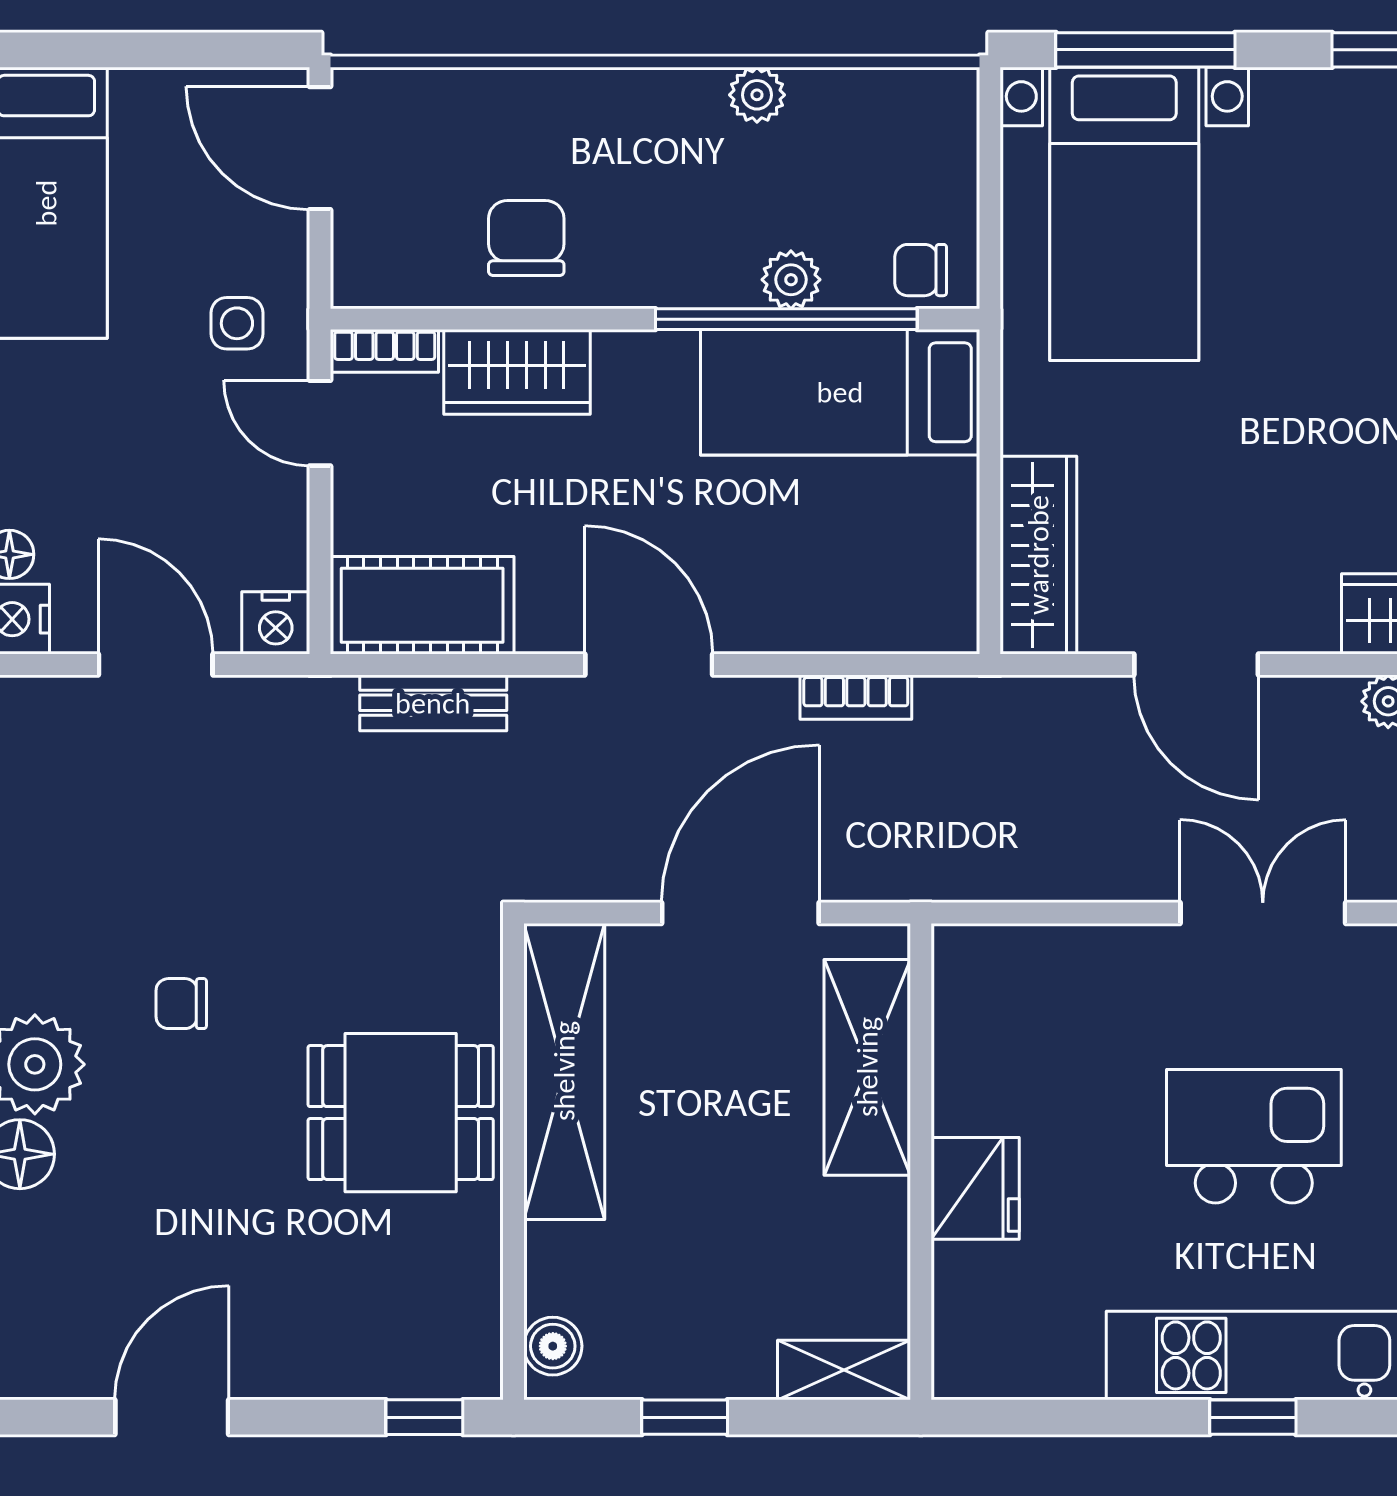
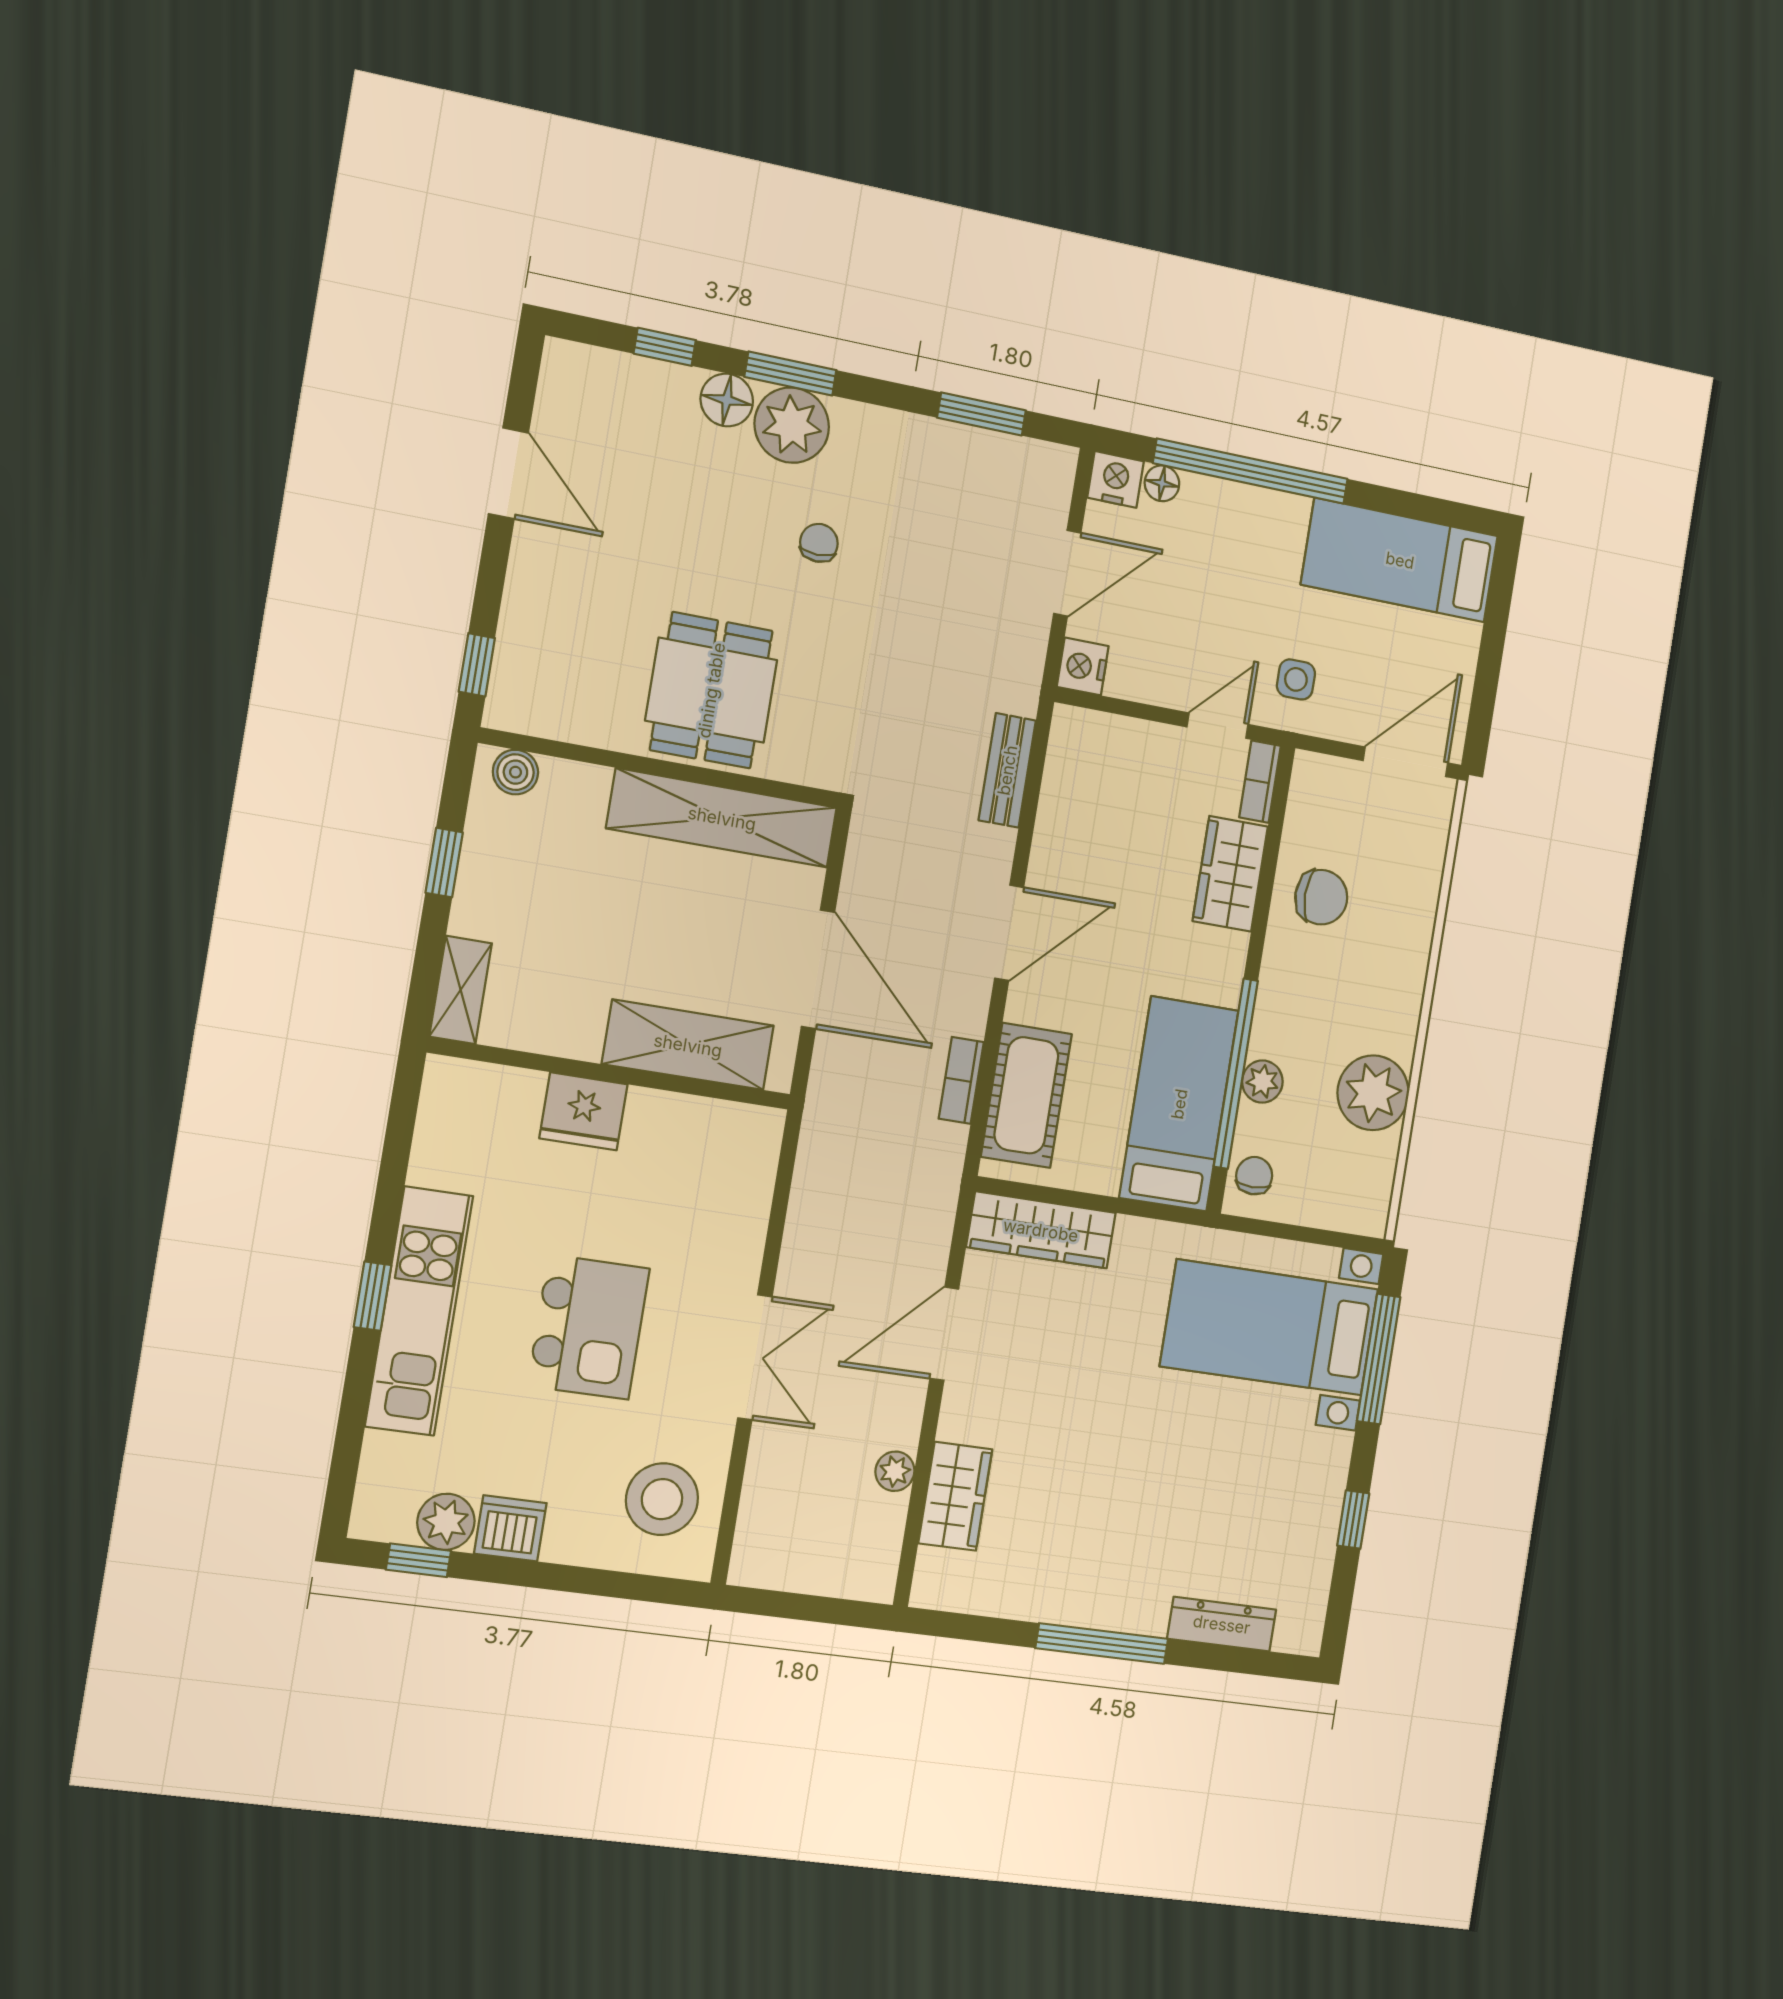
plant: (757, 95) -> (1373, 1093), width x1.87, depth x1.87
cot: (422, 605) -> (1026, 1095), moved

